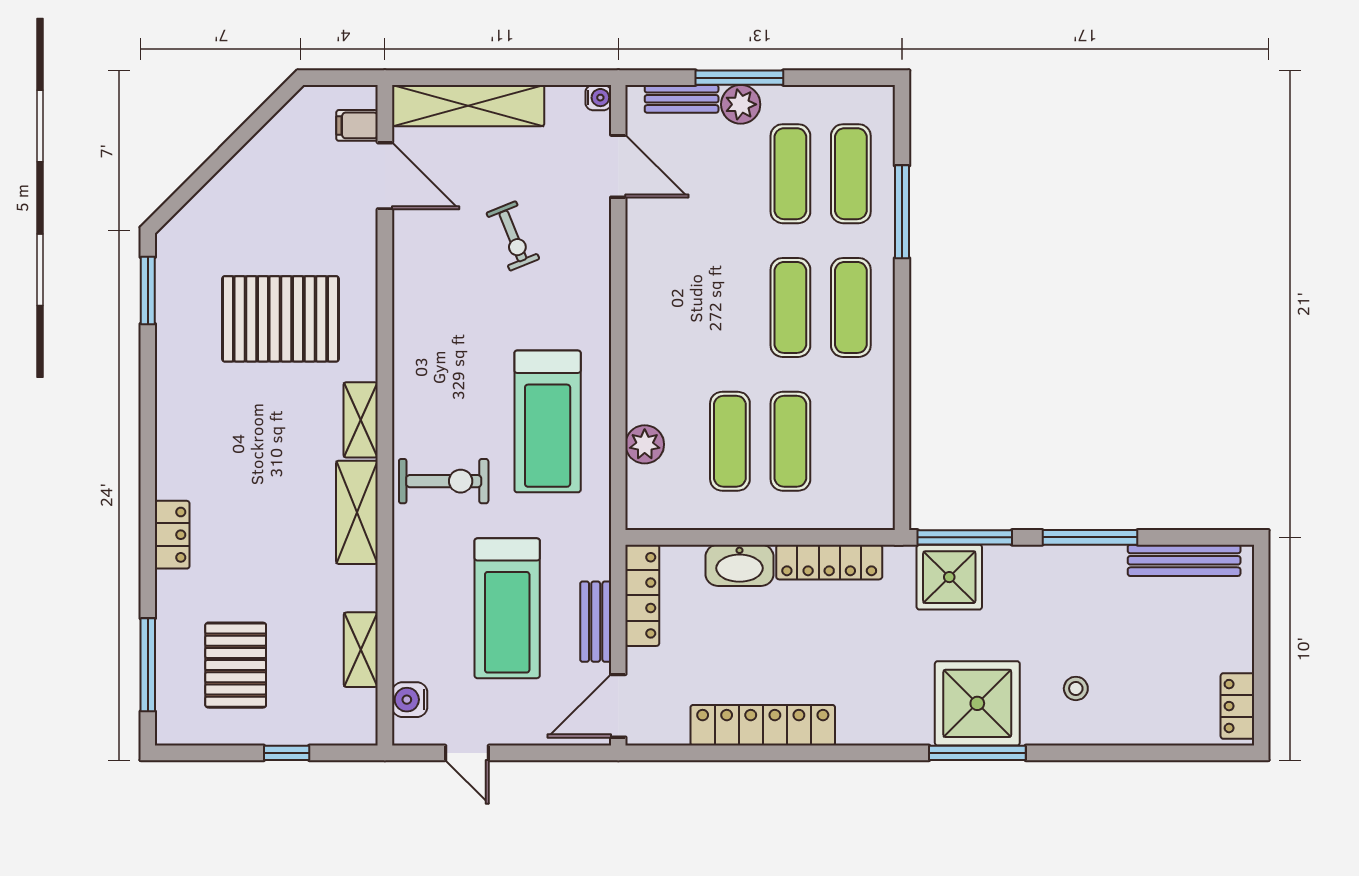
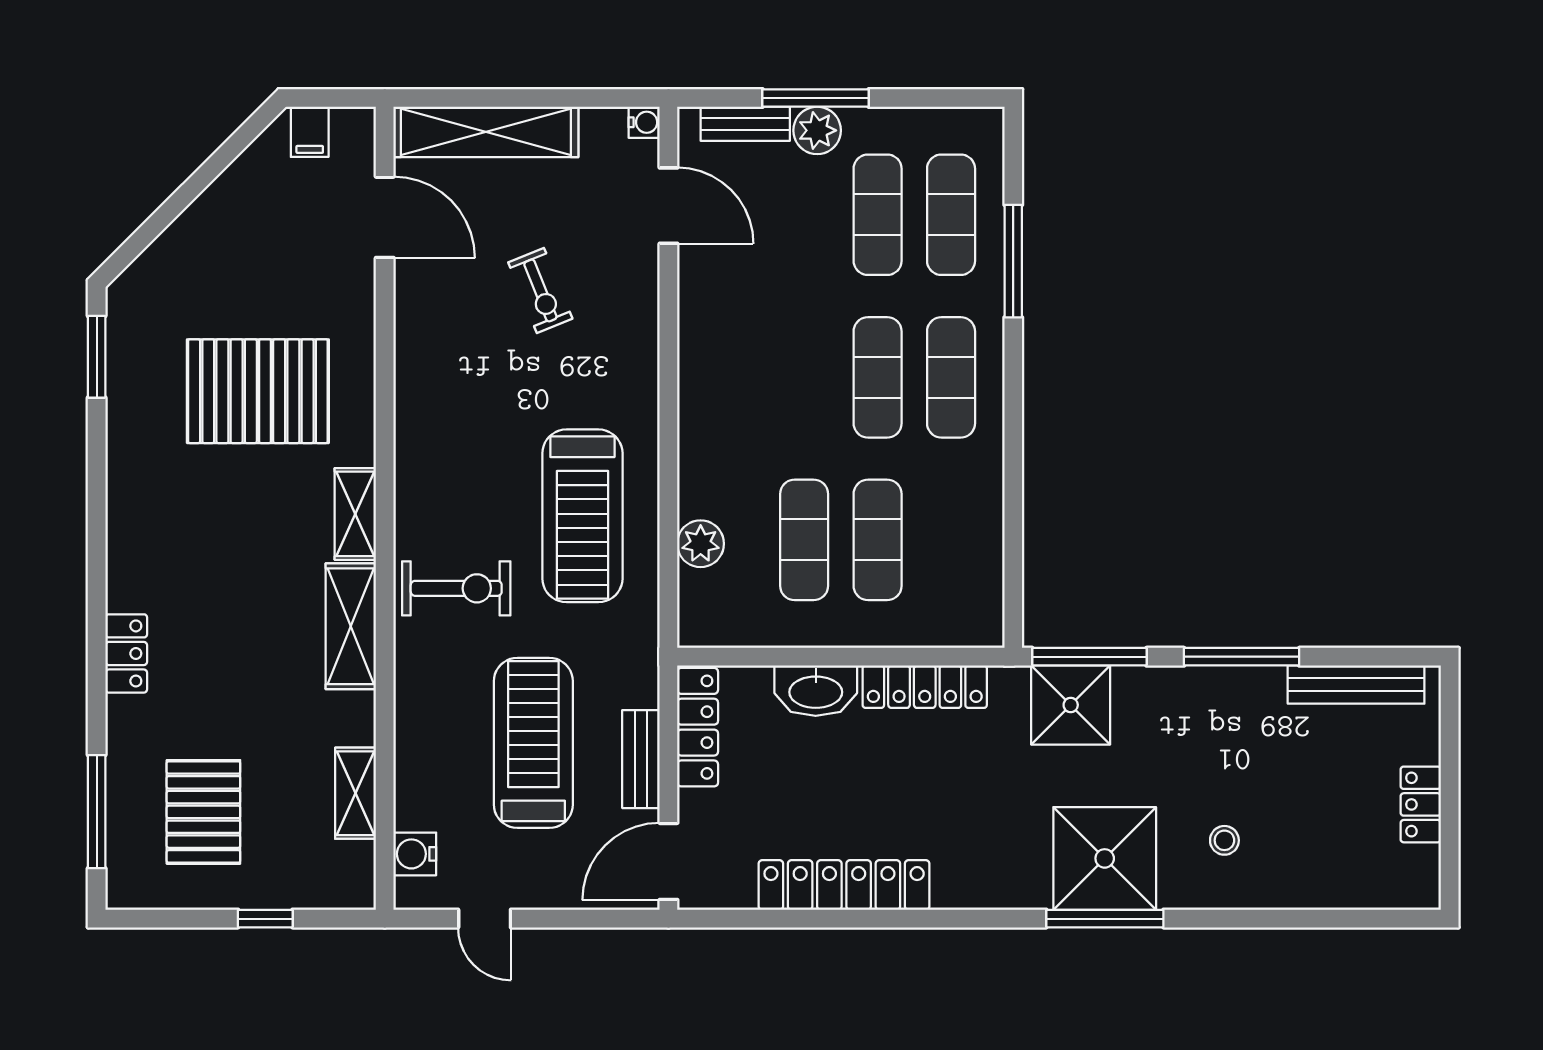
filing cabinet: (357, 125) -> (310, 132), moved, turned -90
treadmill: (507, 608) -> (533, 743), turned 180
locker: (1237, 706) -> (1421, 804), moved

